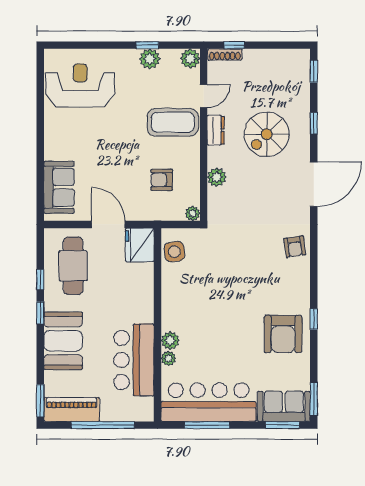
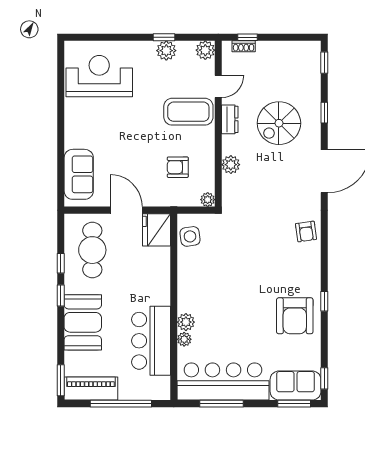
shoe rack: (225, 54) -> (244, 46), width x0.70
window: (314, 399) -> (324, 378), width x0.67

